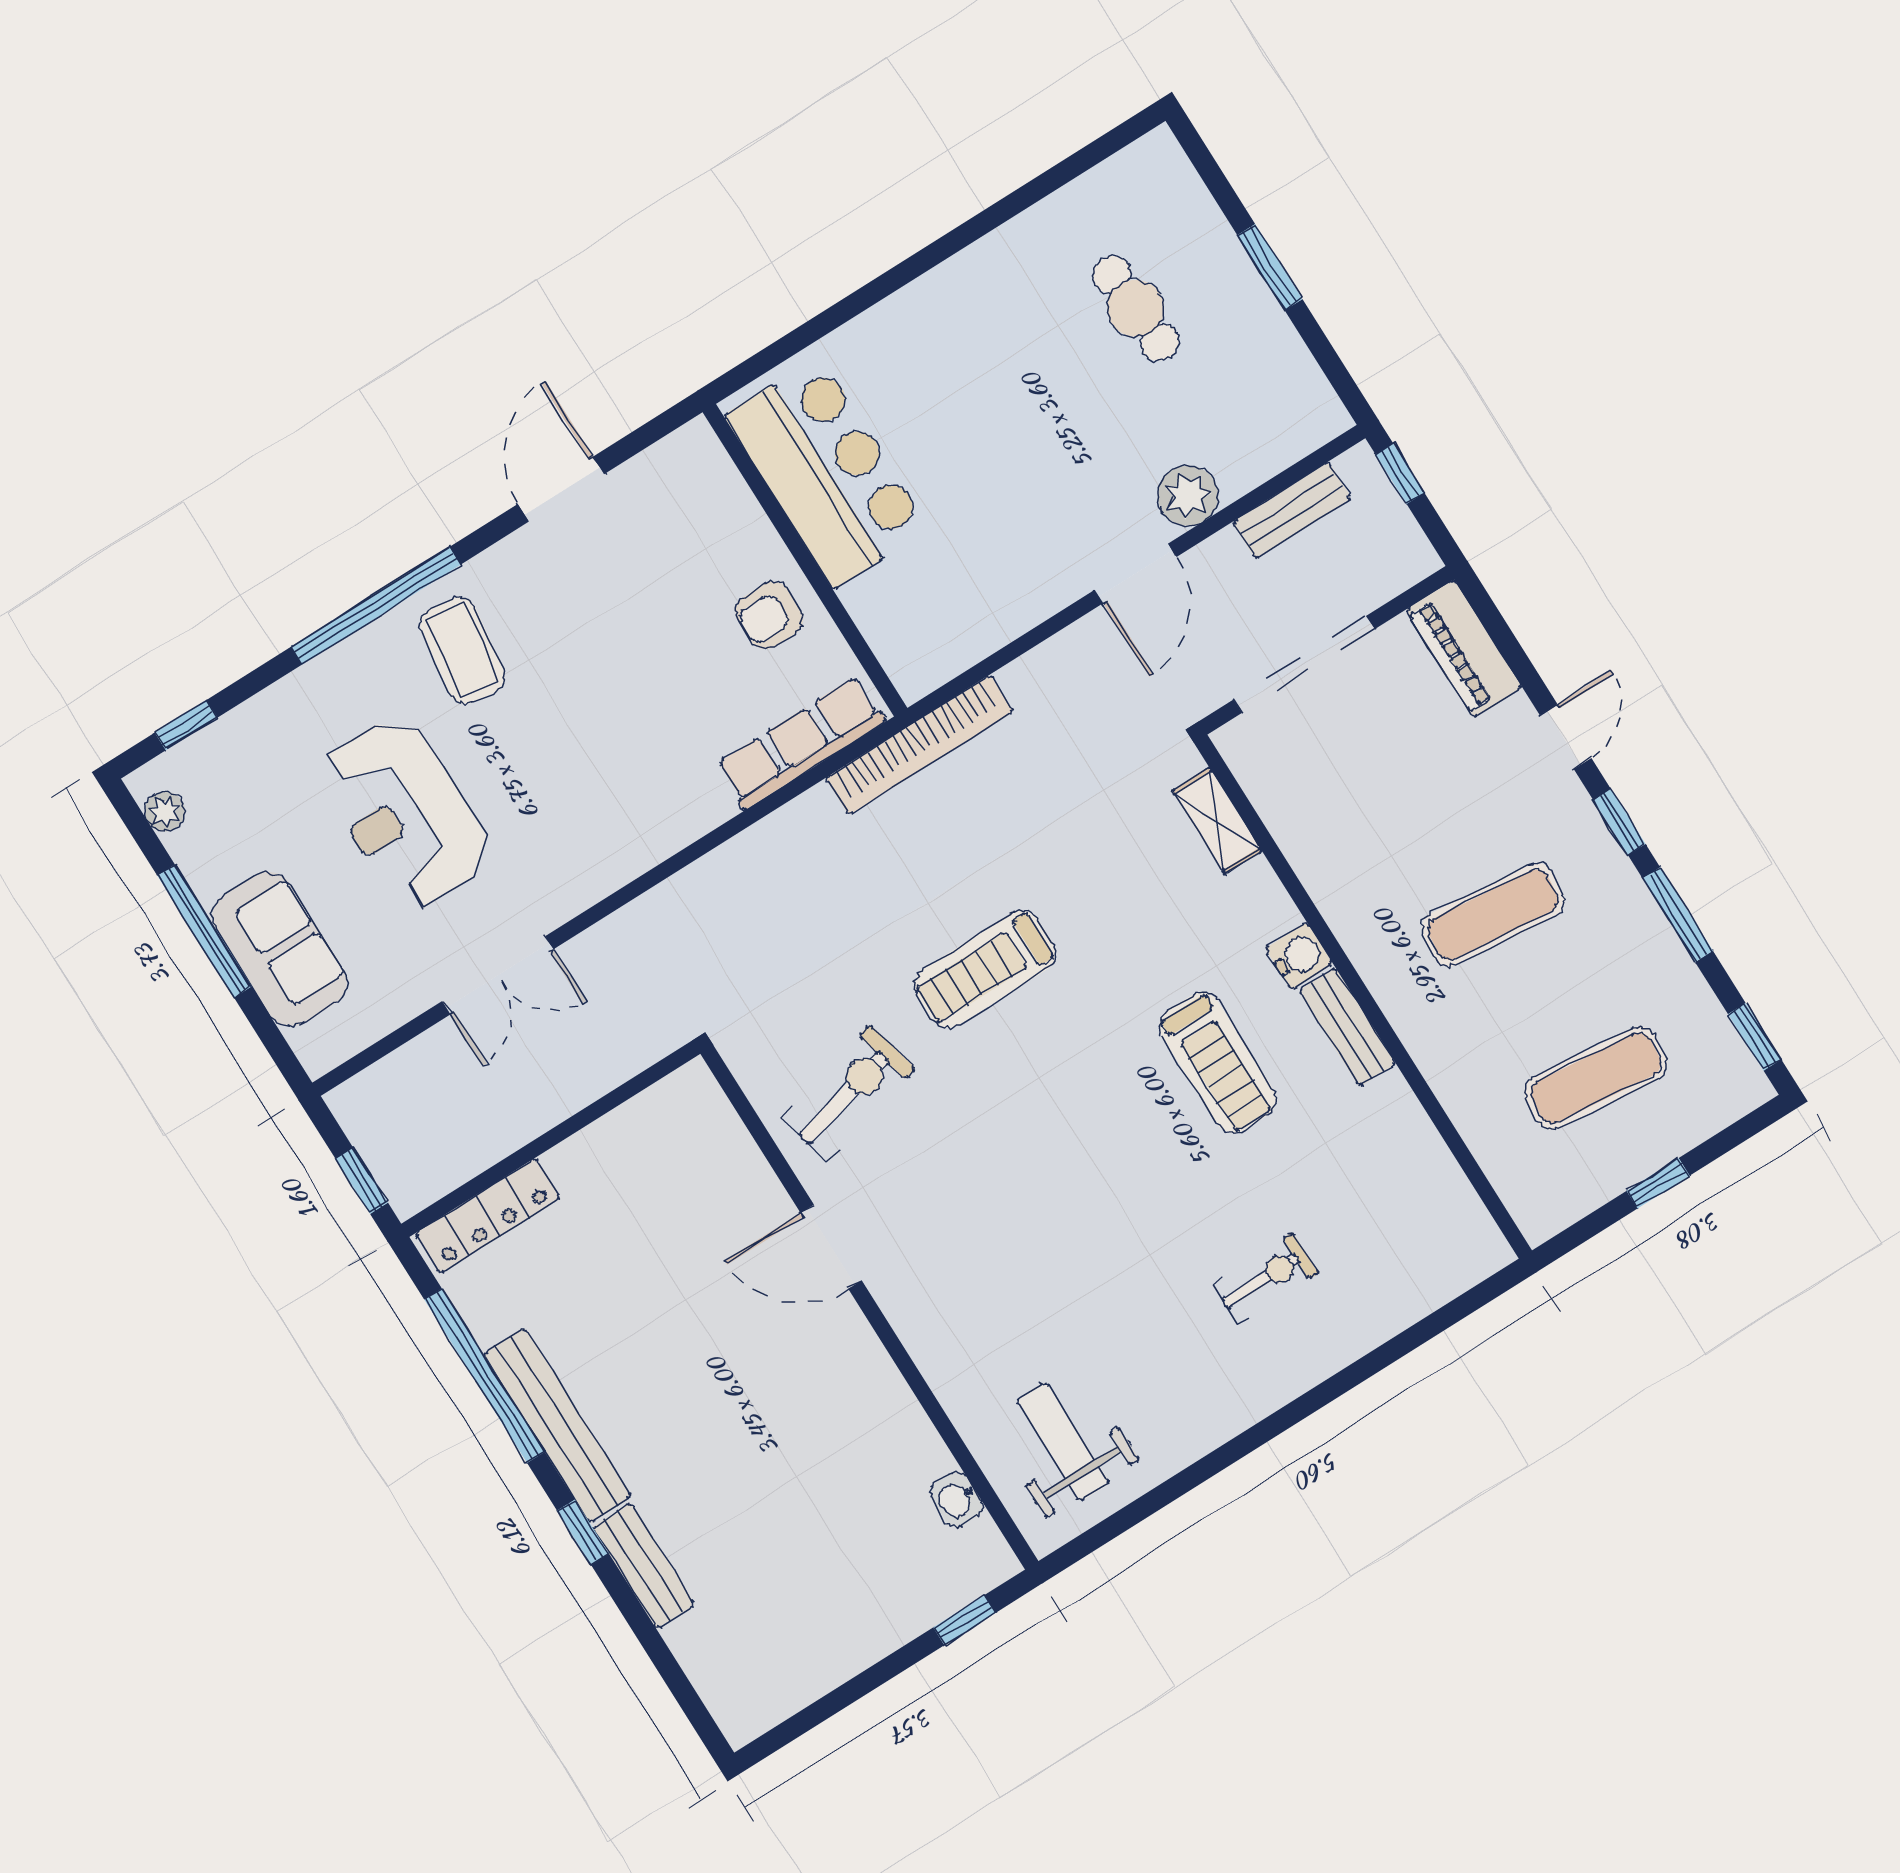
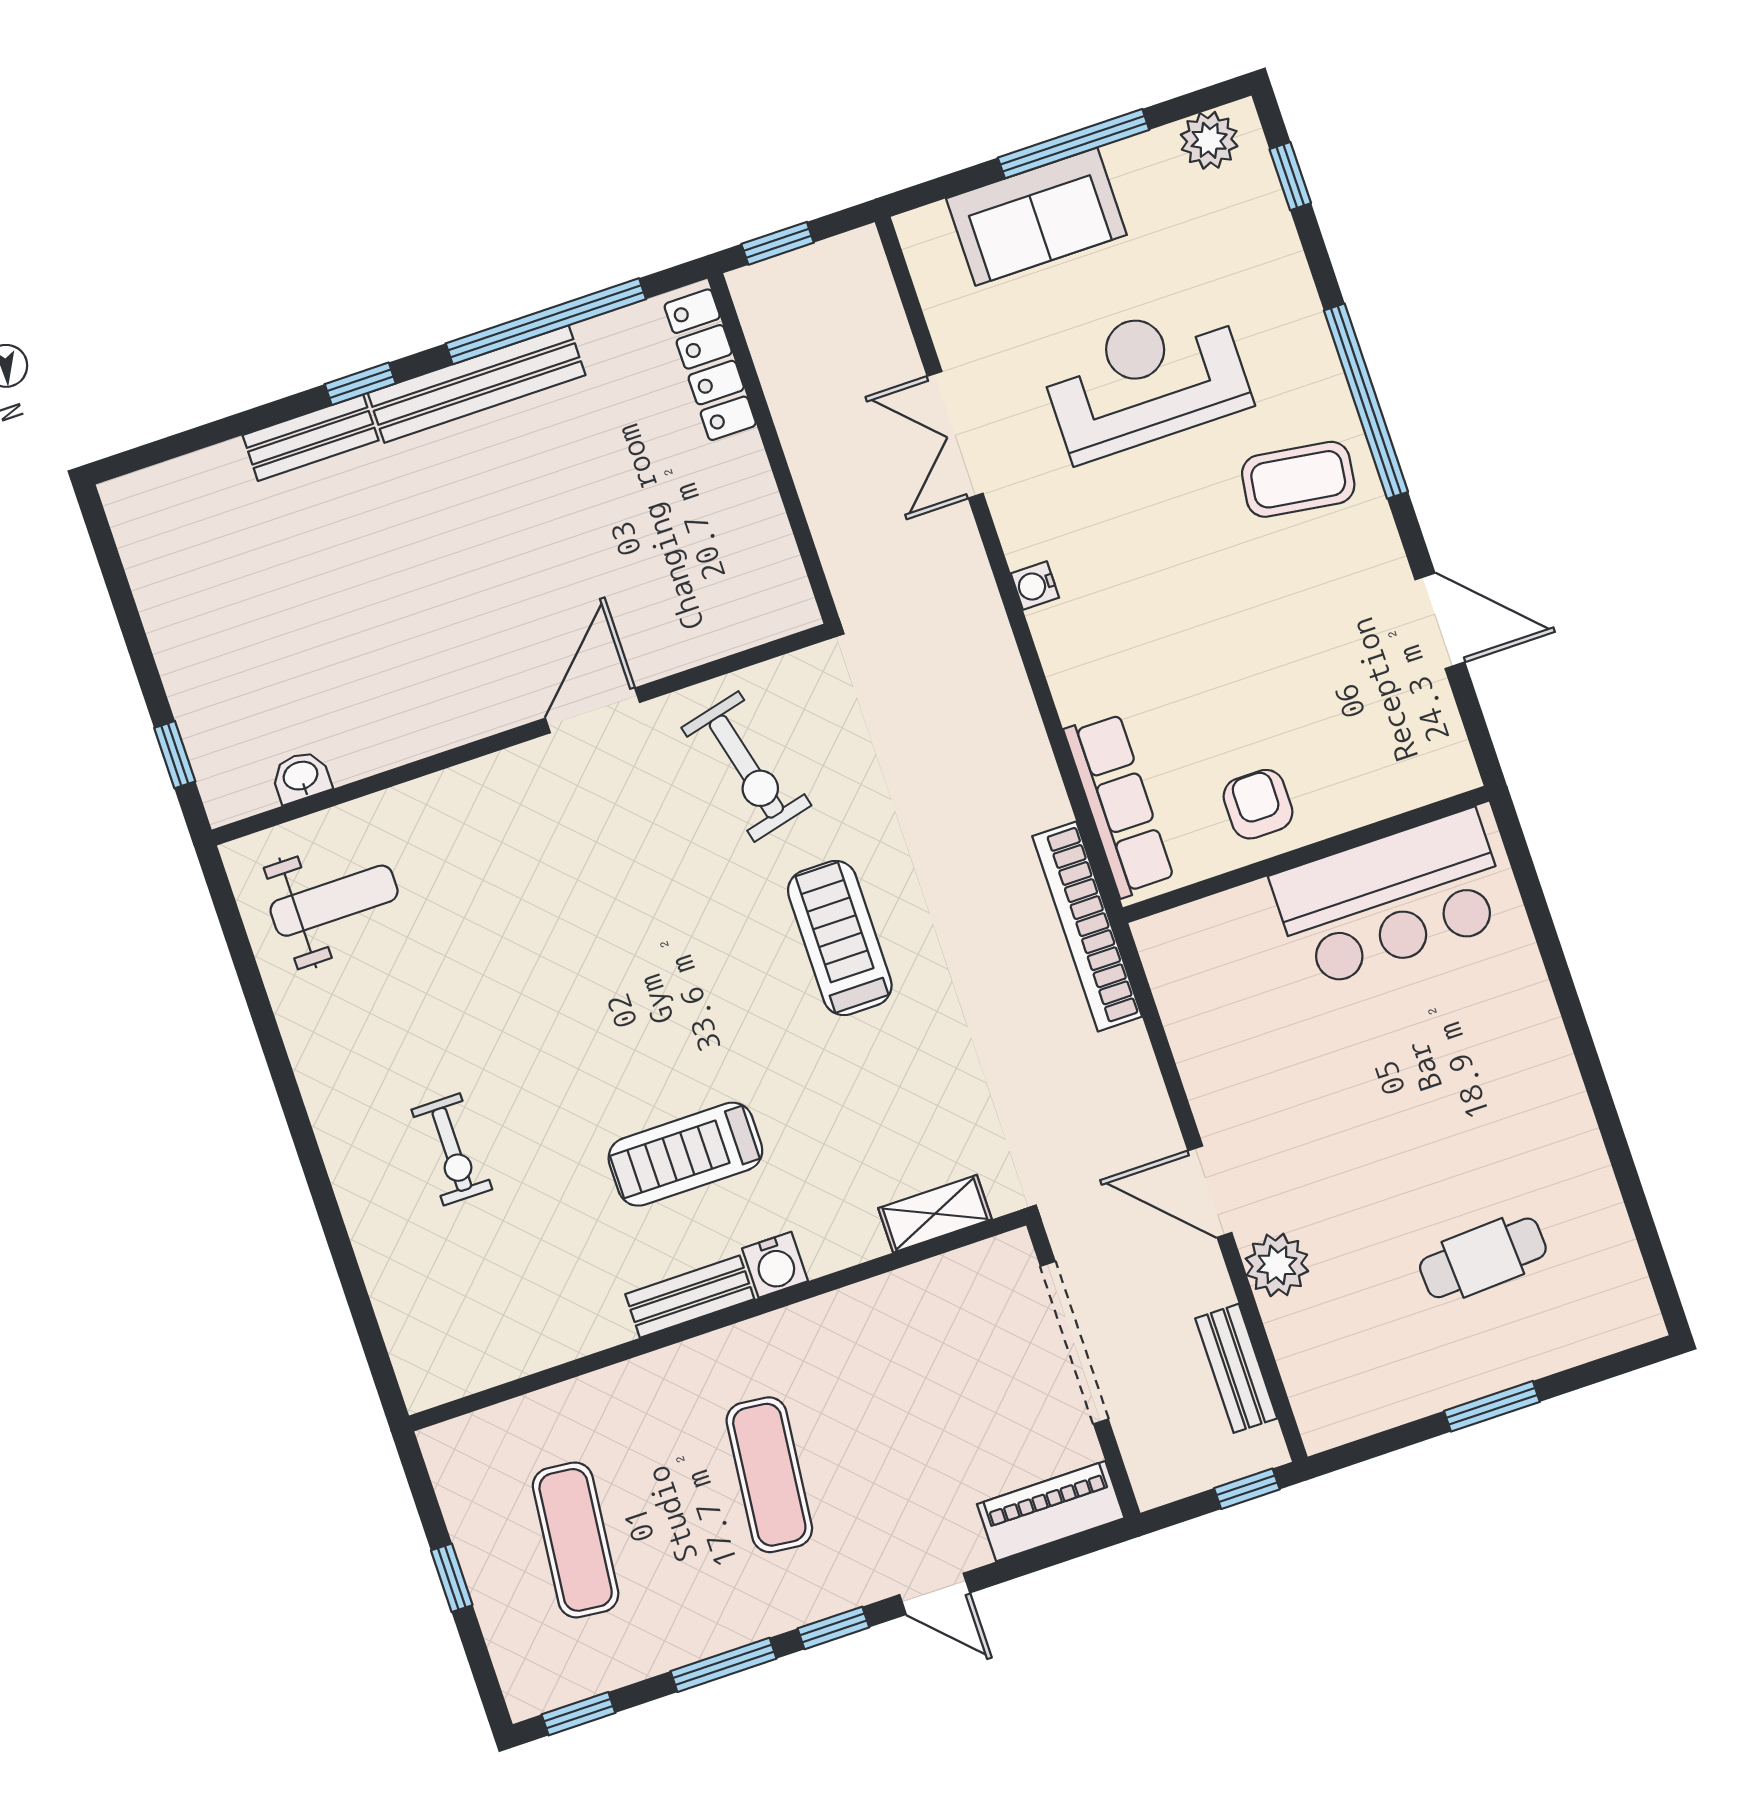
plant: (165, 811) -> (1209, 140), width x1.38, depth x1.38
water cooler: (618, 869) -> (1035, 586), added

